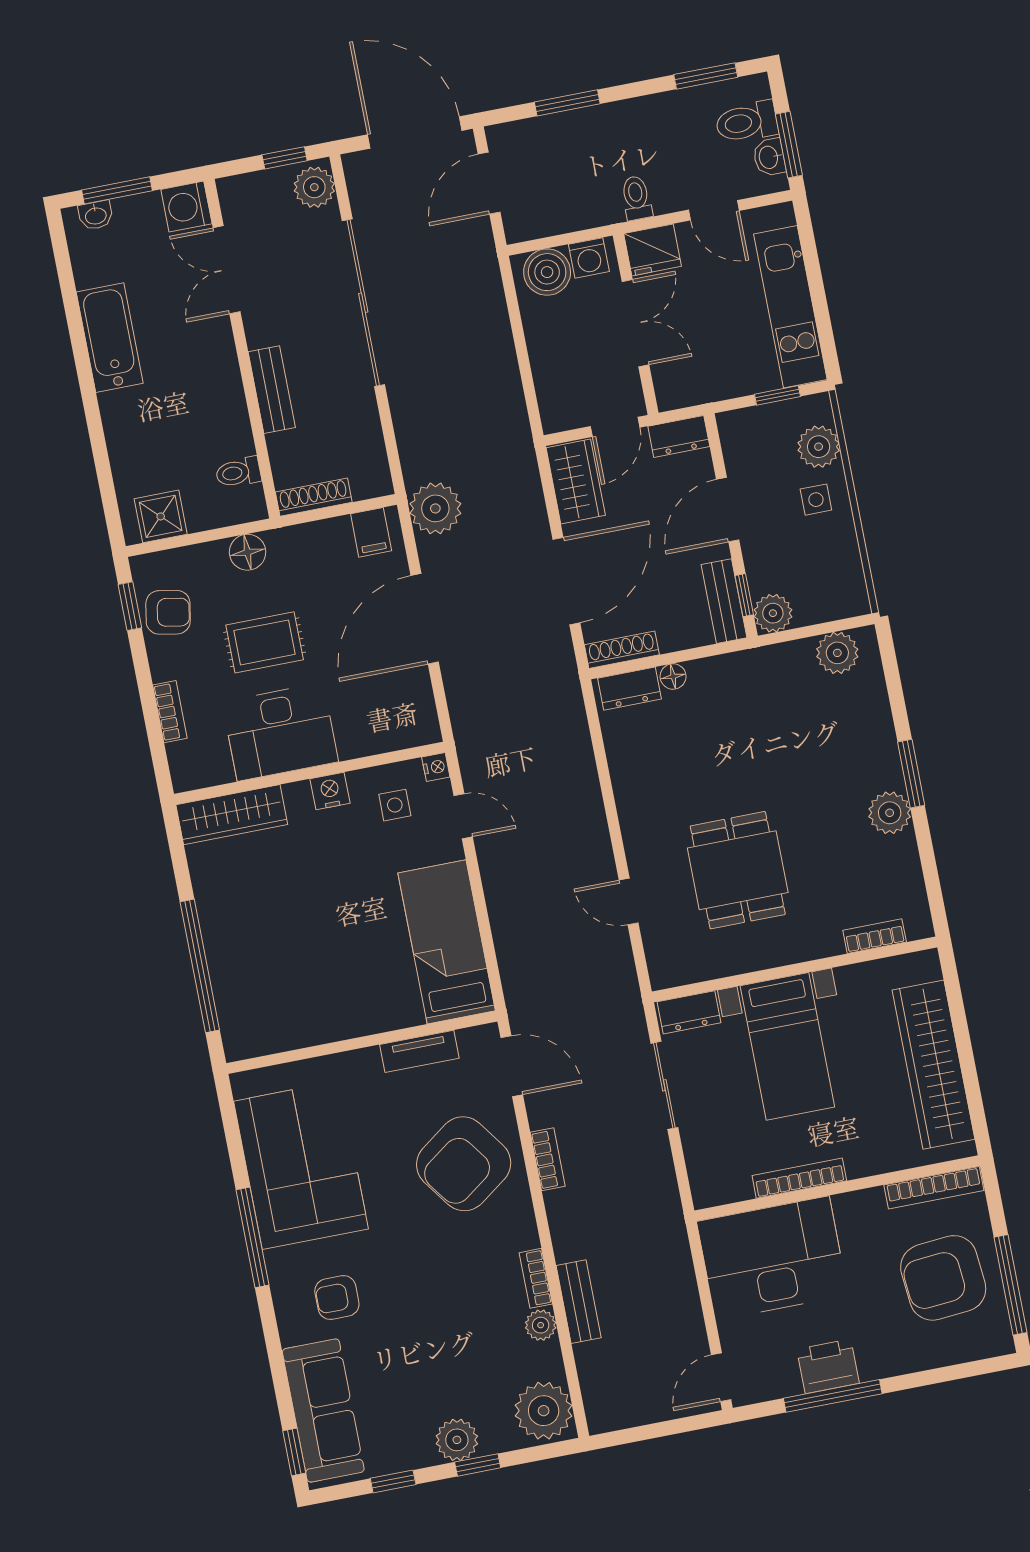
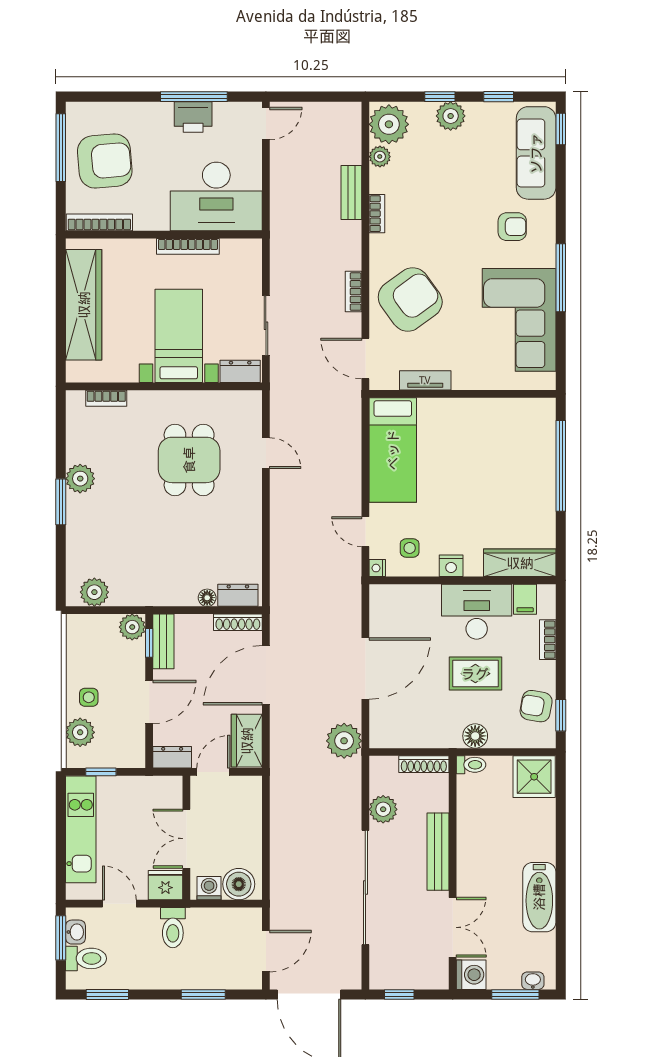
plant: (314, 187) -> (383, 809), moved
toilet: (636, 198) -> (173, 928), width x1.37, depth x1.39
bench: (272, 390) -> (438, 852), width x1.36
toilet: (238, 472) -> (471, 765), moved
shower: (161, 516) -> (534, 777), width x1.36, depth x1.36
filing cabinet: (371, 532) -> (525, 599), moved, turned 180
plant: (541, 1325) -> (380, 157), moved

